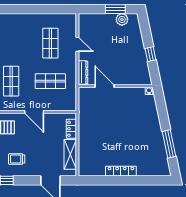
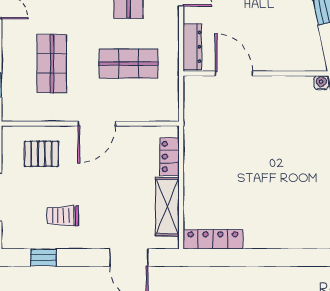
door: (34, 112) -> (97, 124), hinge flipped
locker: (121, 171) -> (213, 239), moved

